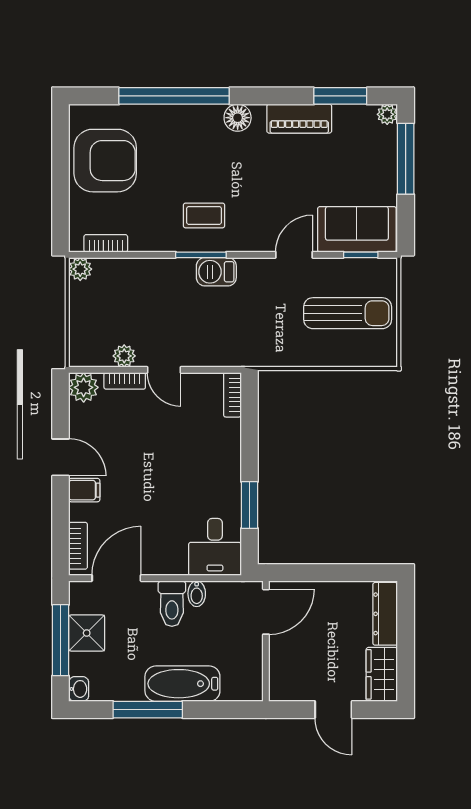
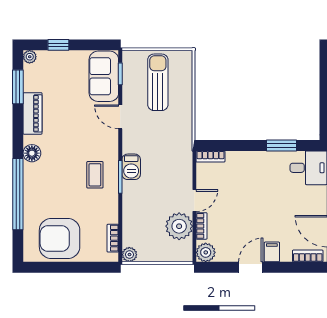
window: (406, 159) -> (58, 45), width x0.46
armchair: (105, 161) -> (60, 239), turned -90
plant: (124, 356) -> (179, 226), width x1.88, depth x1.88

